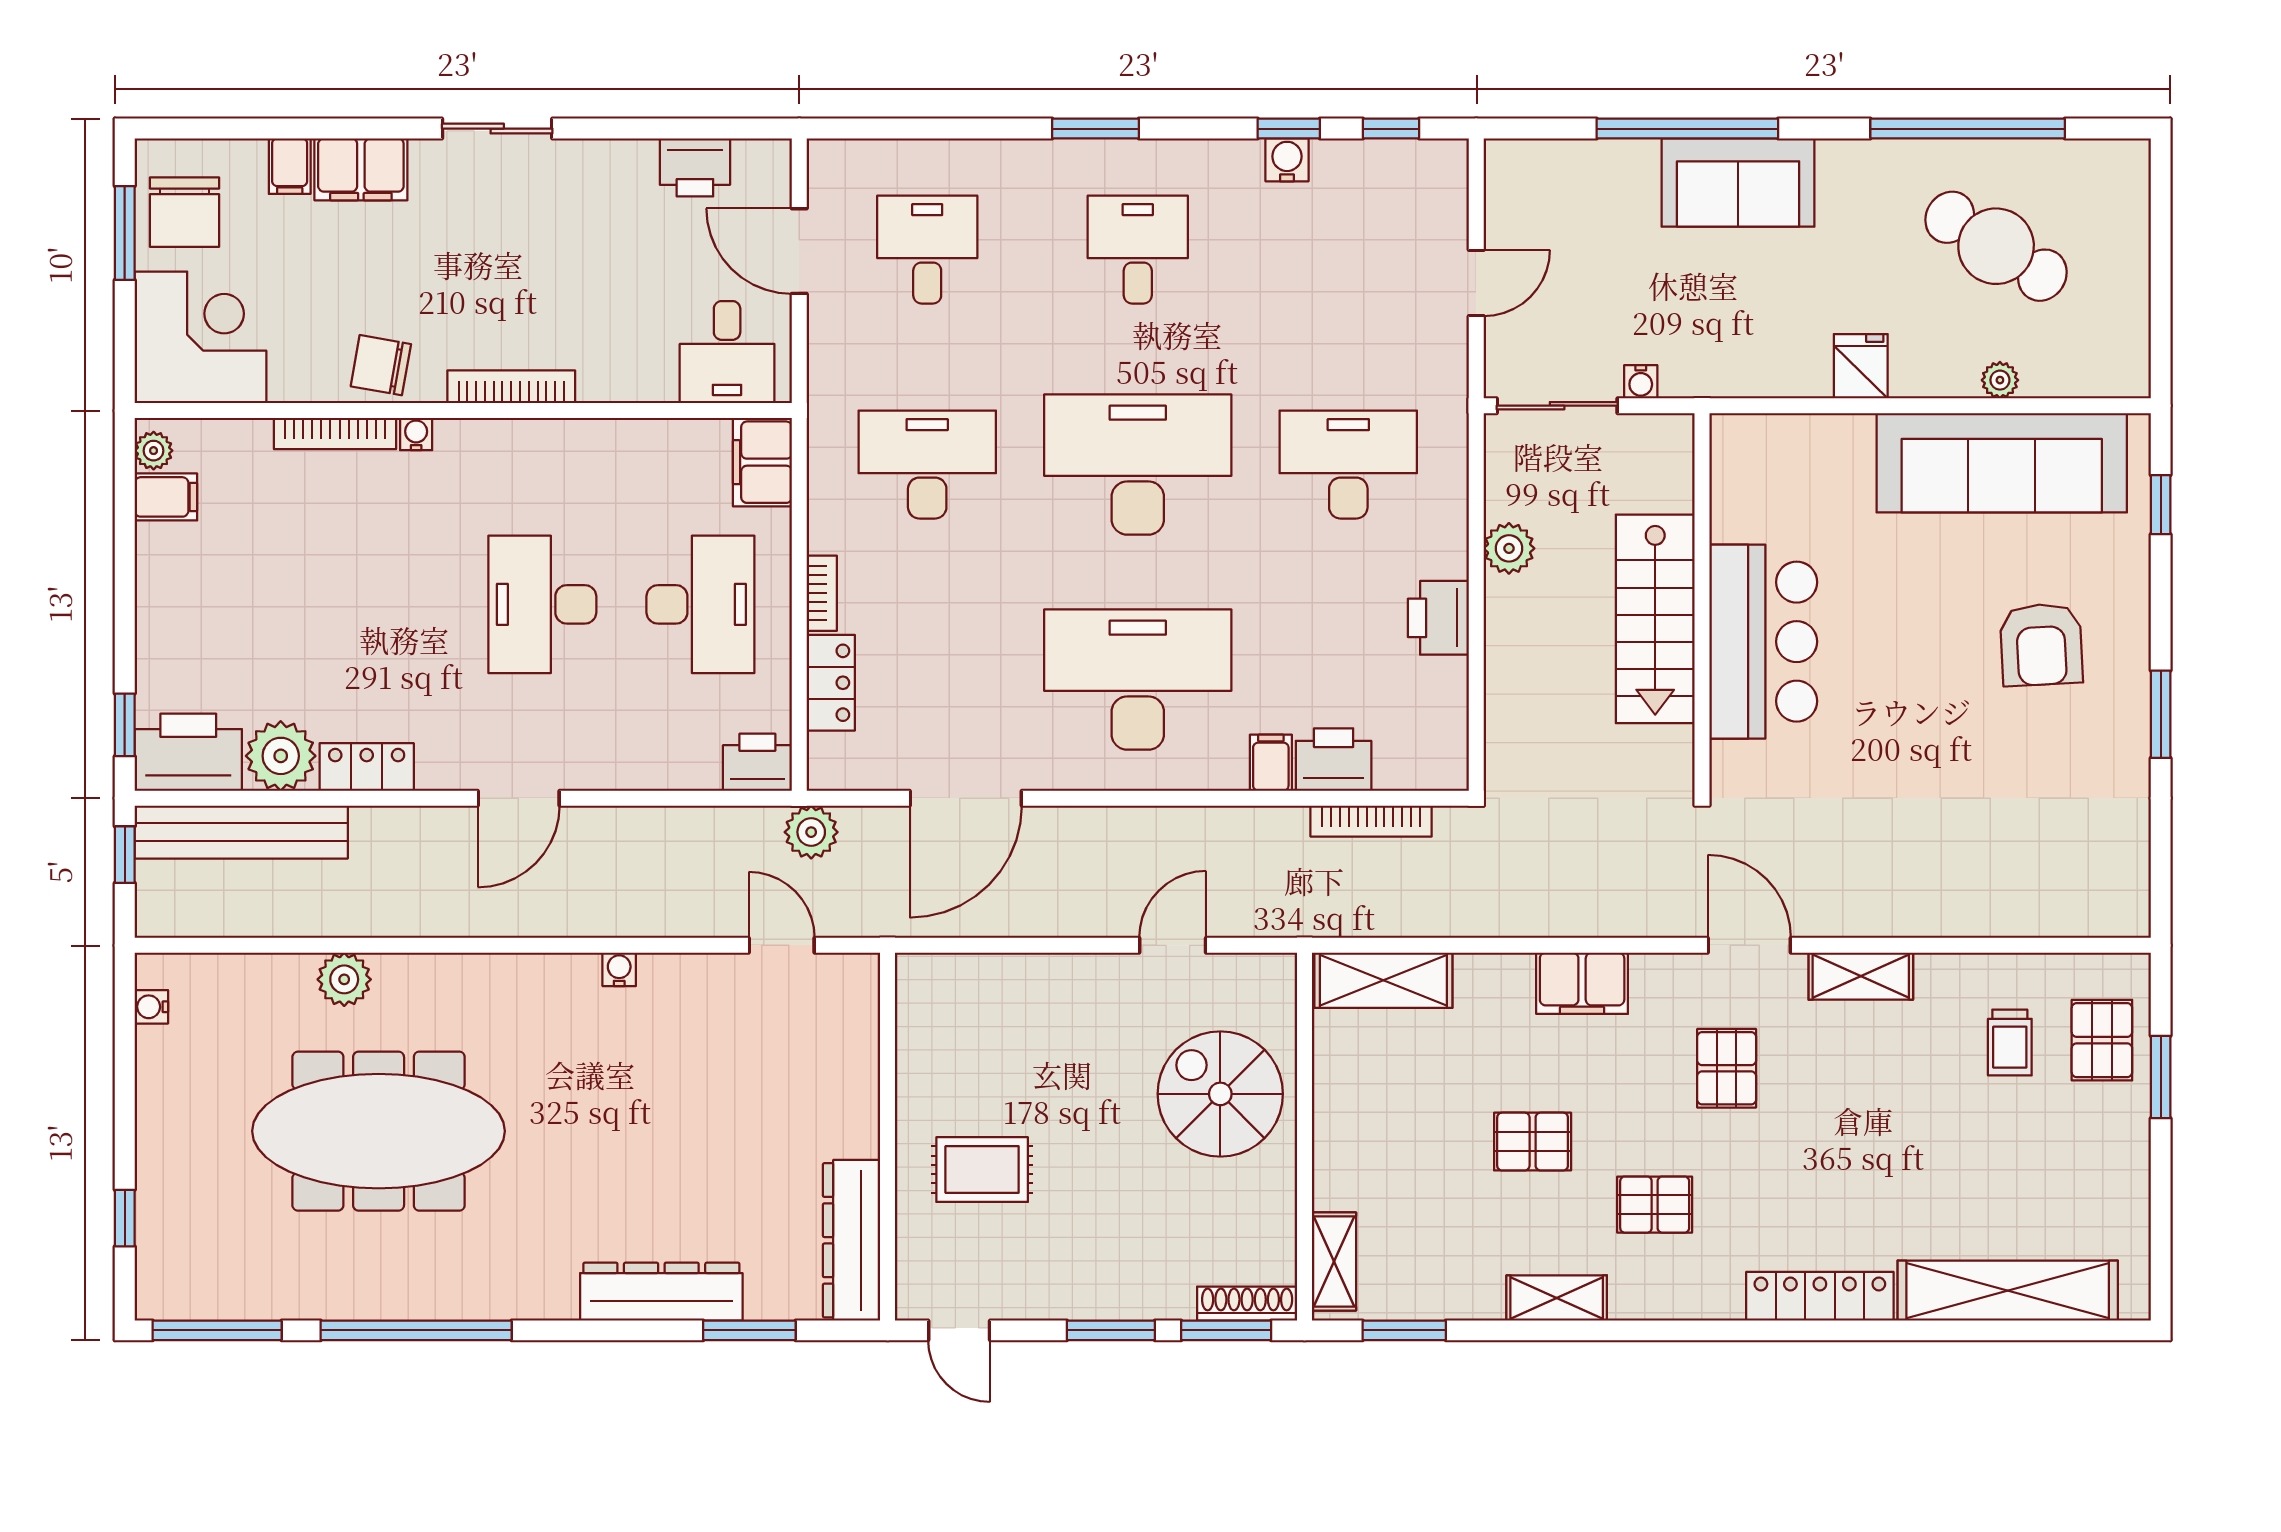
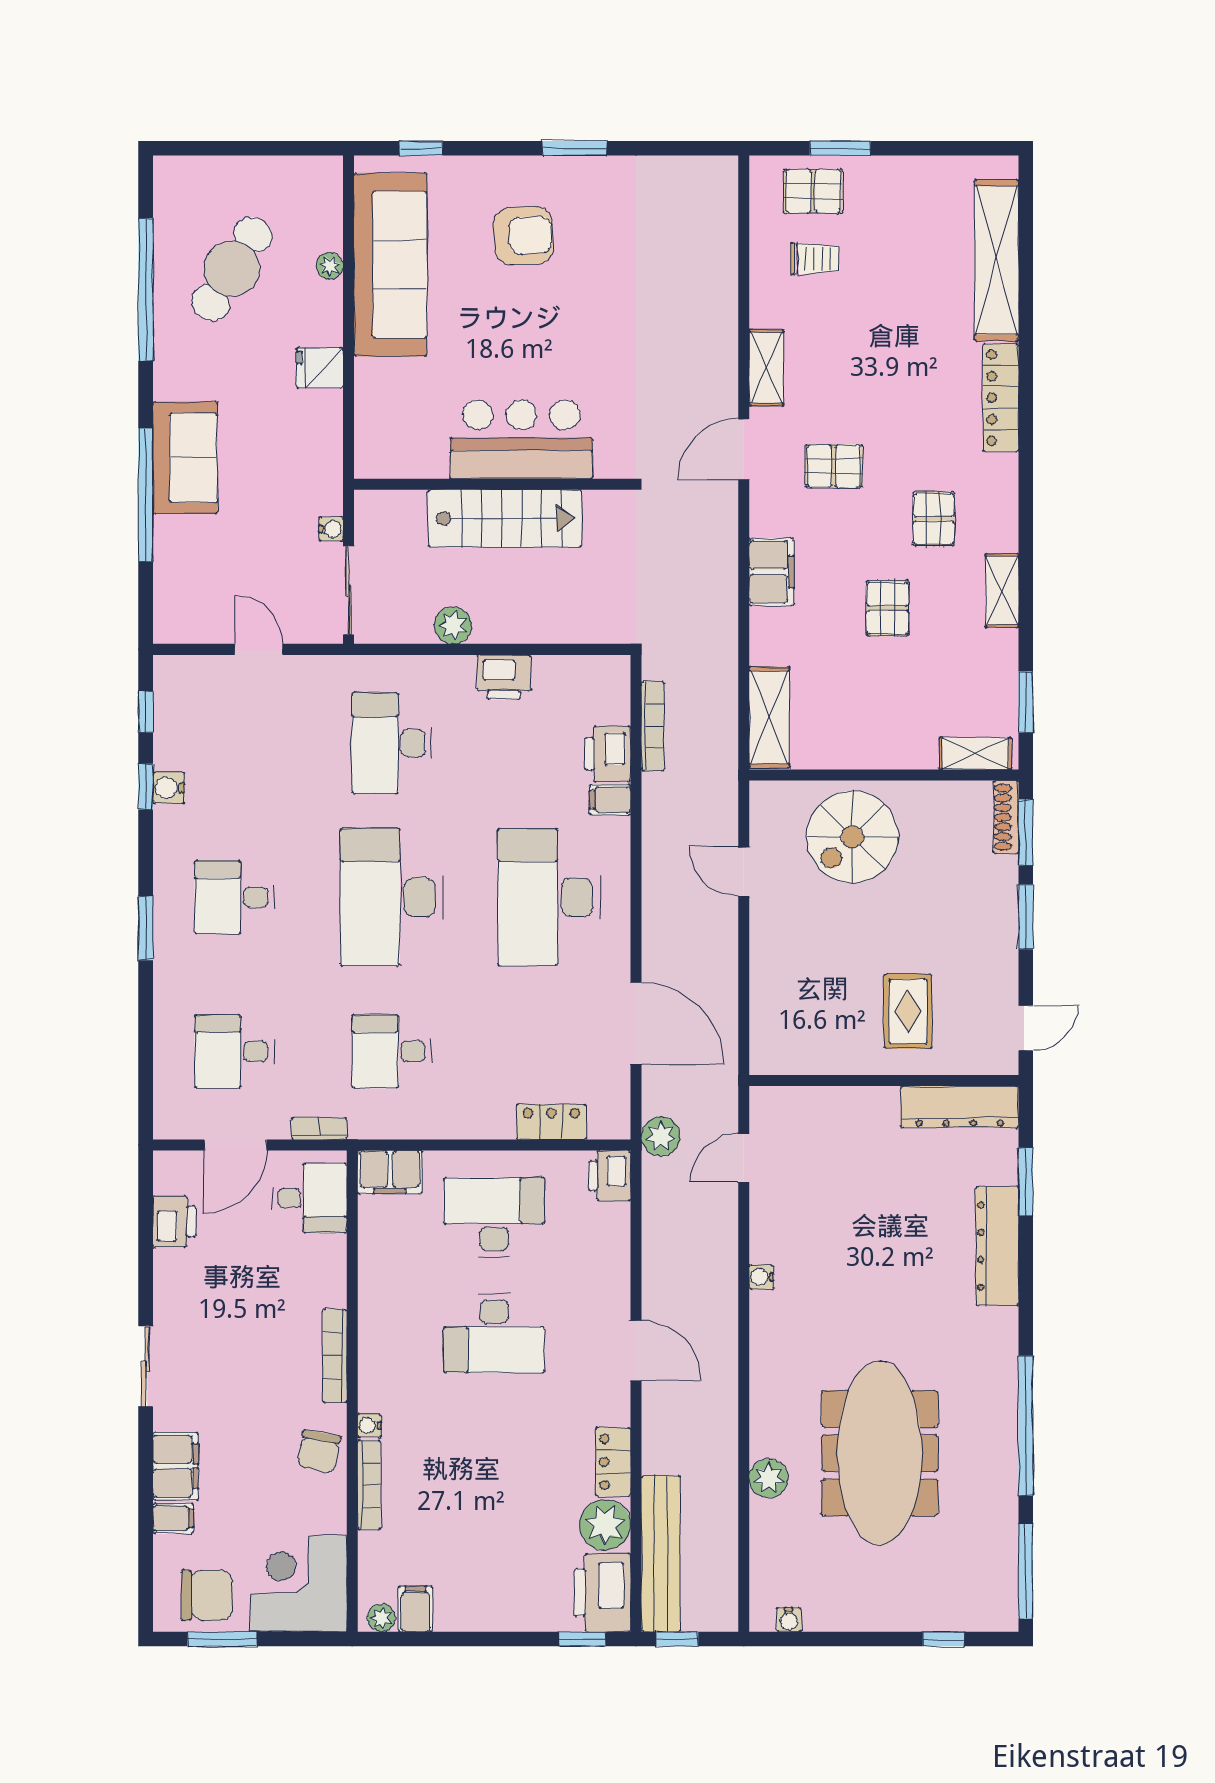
desk: (927, 465) -> (392, 1051), width x0.73
bookcase: (822, 593) -> (319, 1129), moved

